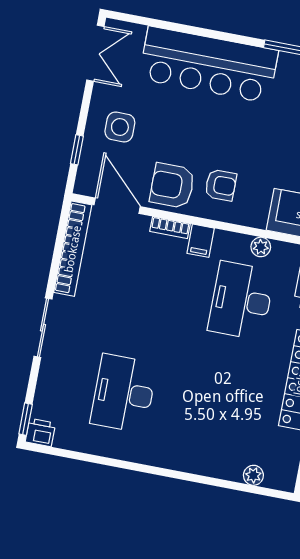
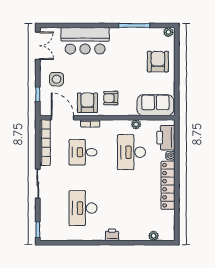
bar counter: (209, 65) -> (85, 41), width x0.73
armchair: (221, 185) -> (111, 98), turned 180
armchair: (172, 186) -> (87, 103), turned 90
filing cabinet: (201, 241) -> (106, 127), removed
desk: (145, 282) -> (83, 152), added
printer: (40, 433) -> (112, 235), moved

